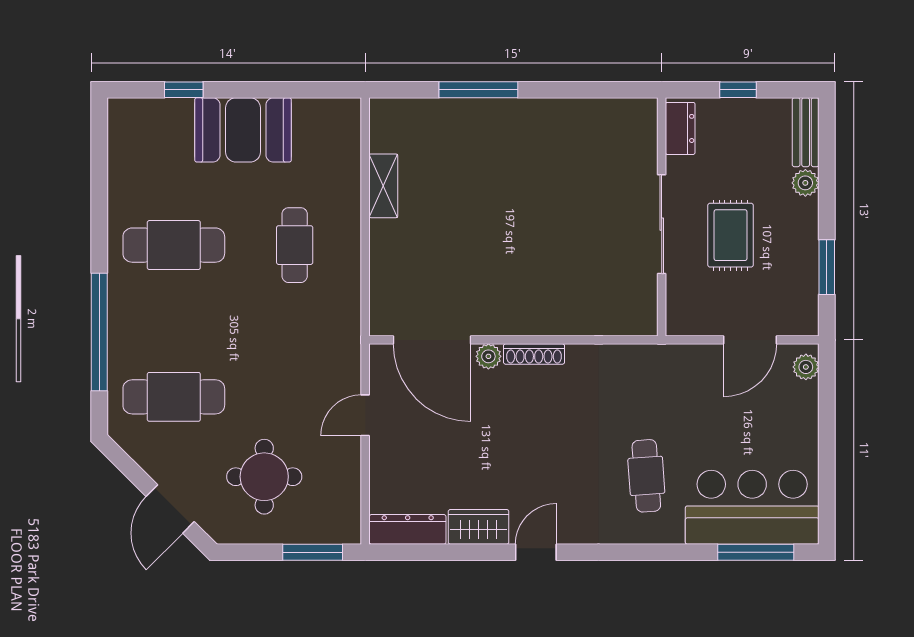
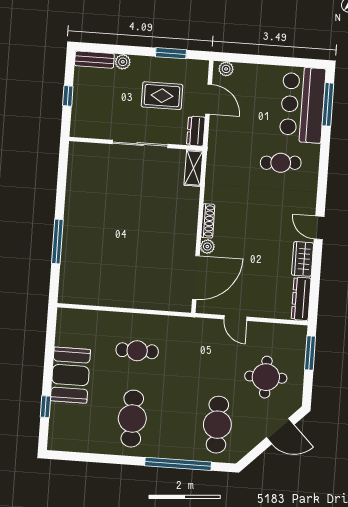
dresser: (680, 128) -> (196, 131), moved, turned -90
shelving: (383, 186) -> (193, 168), moved, turned 90
rug: (731, 235) -> (162, 96), moved

